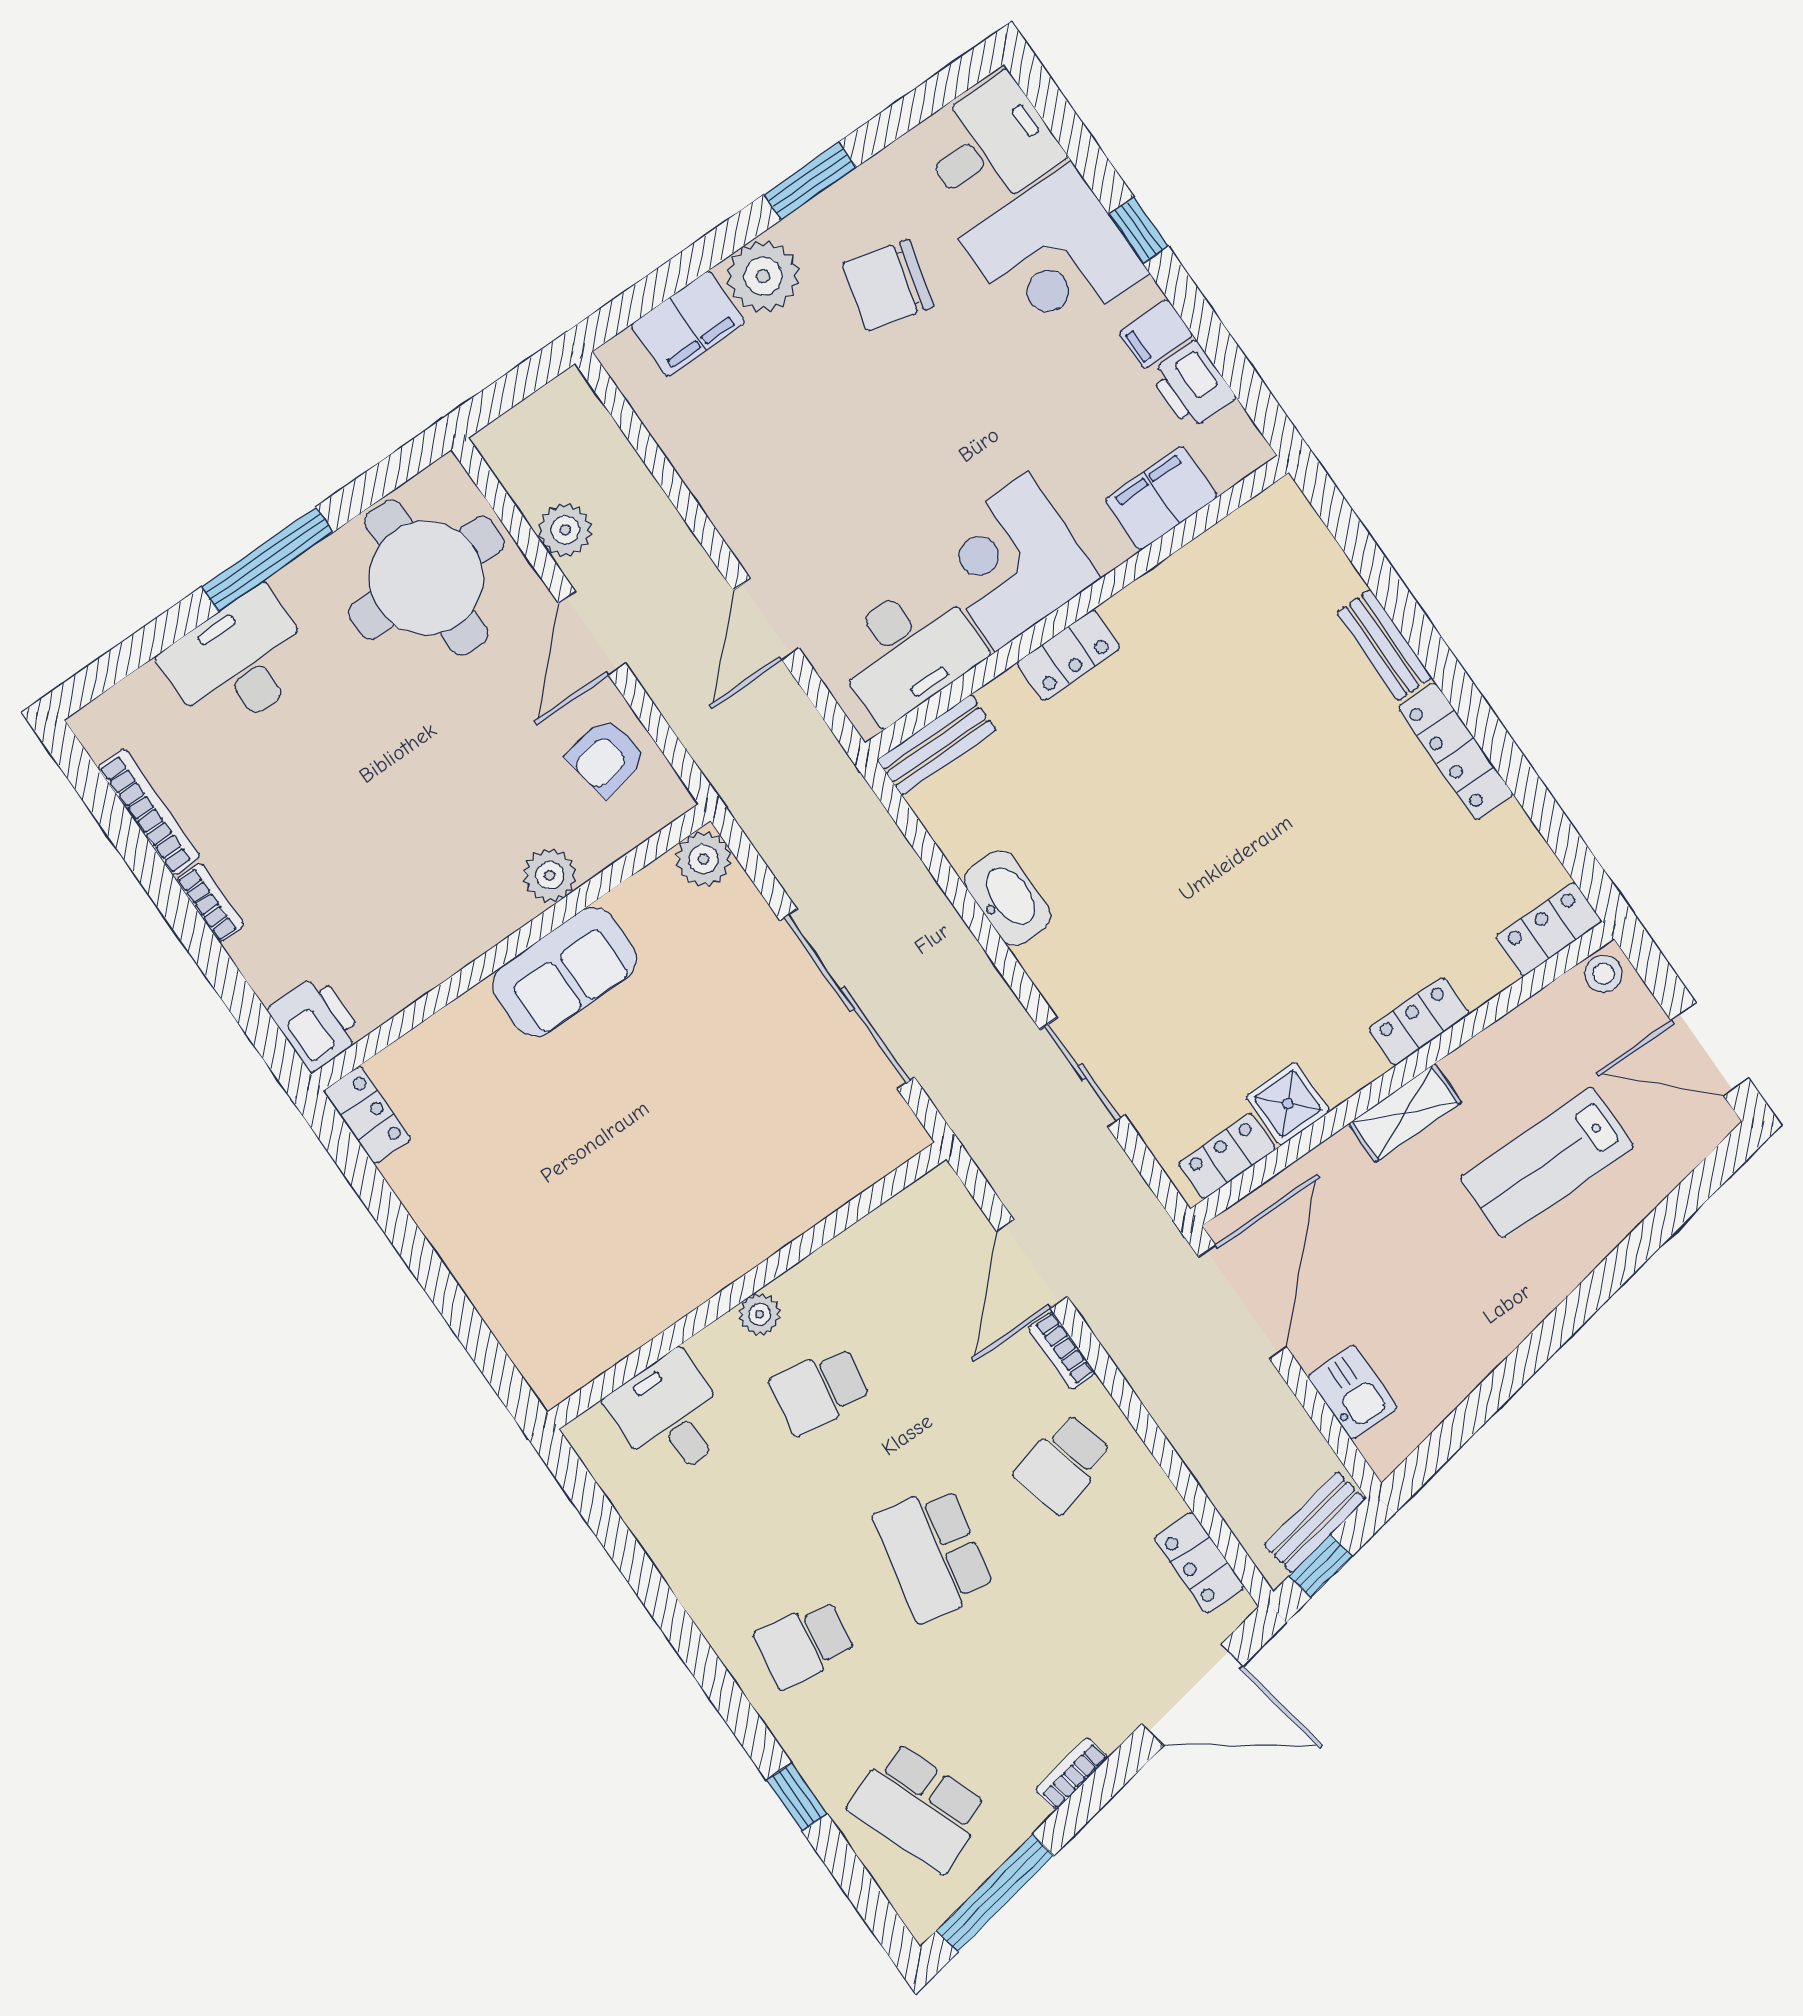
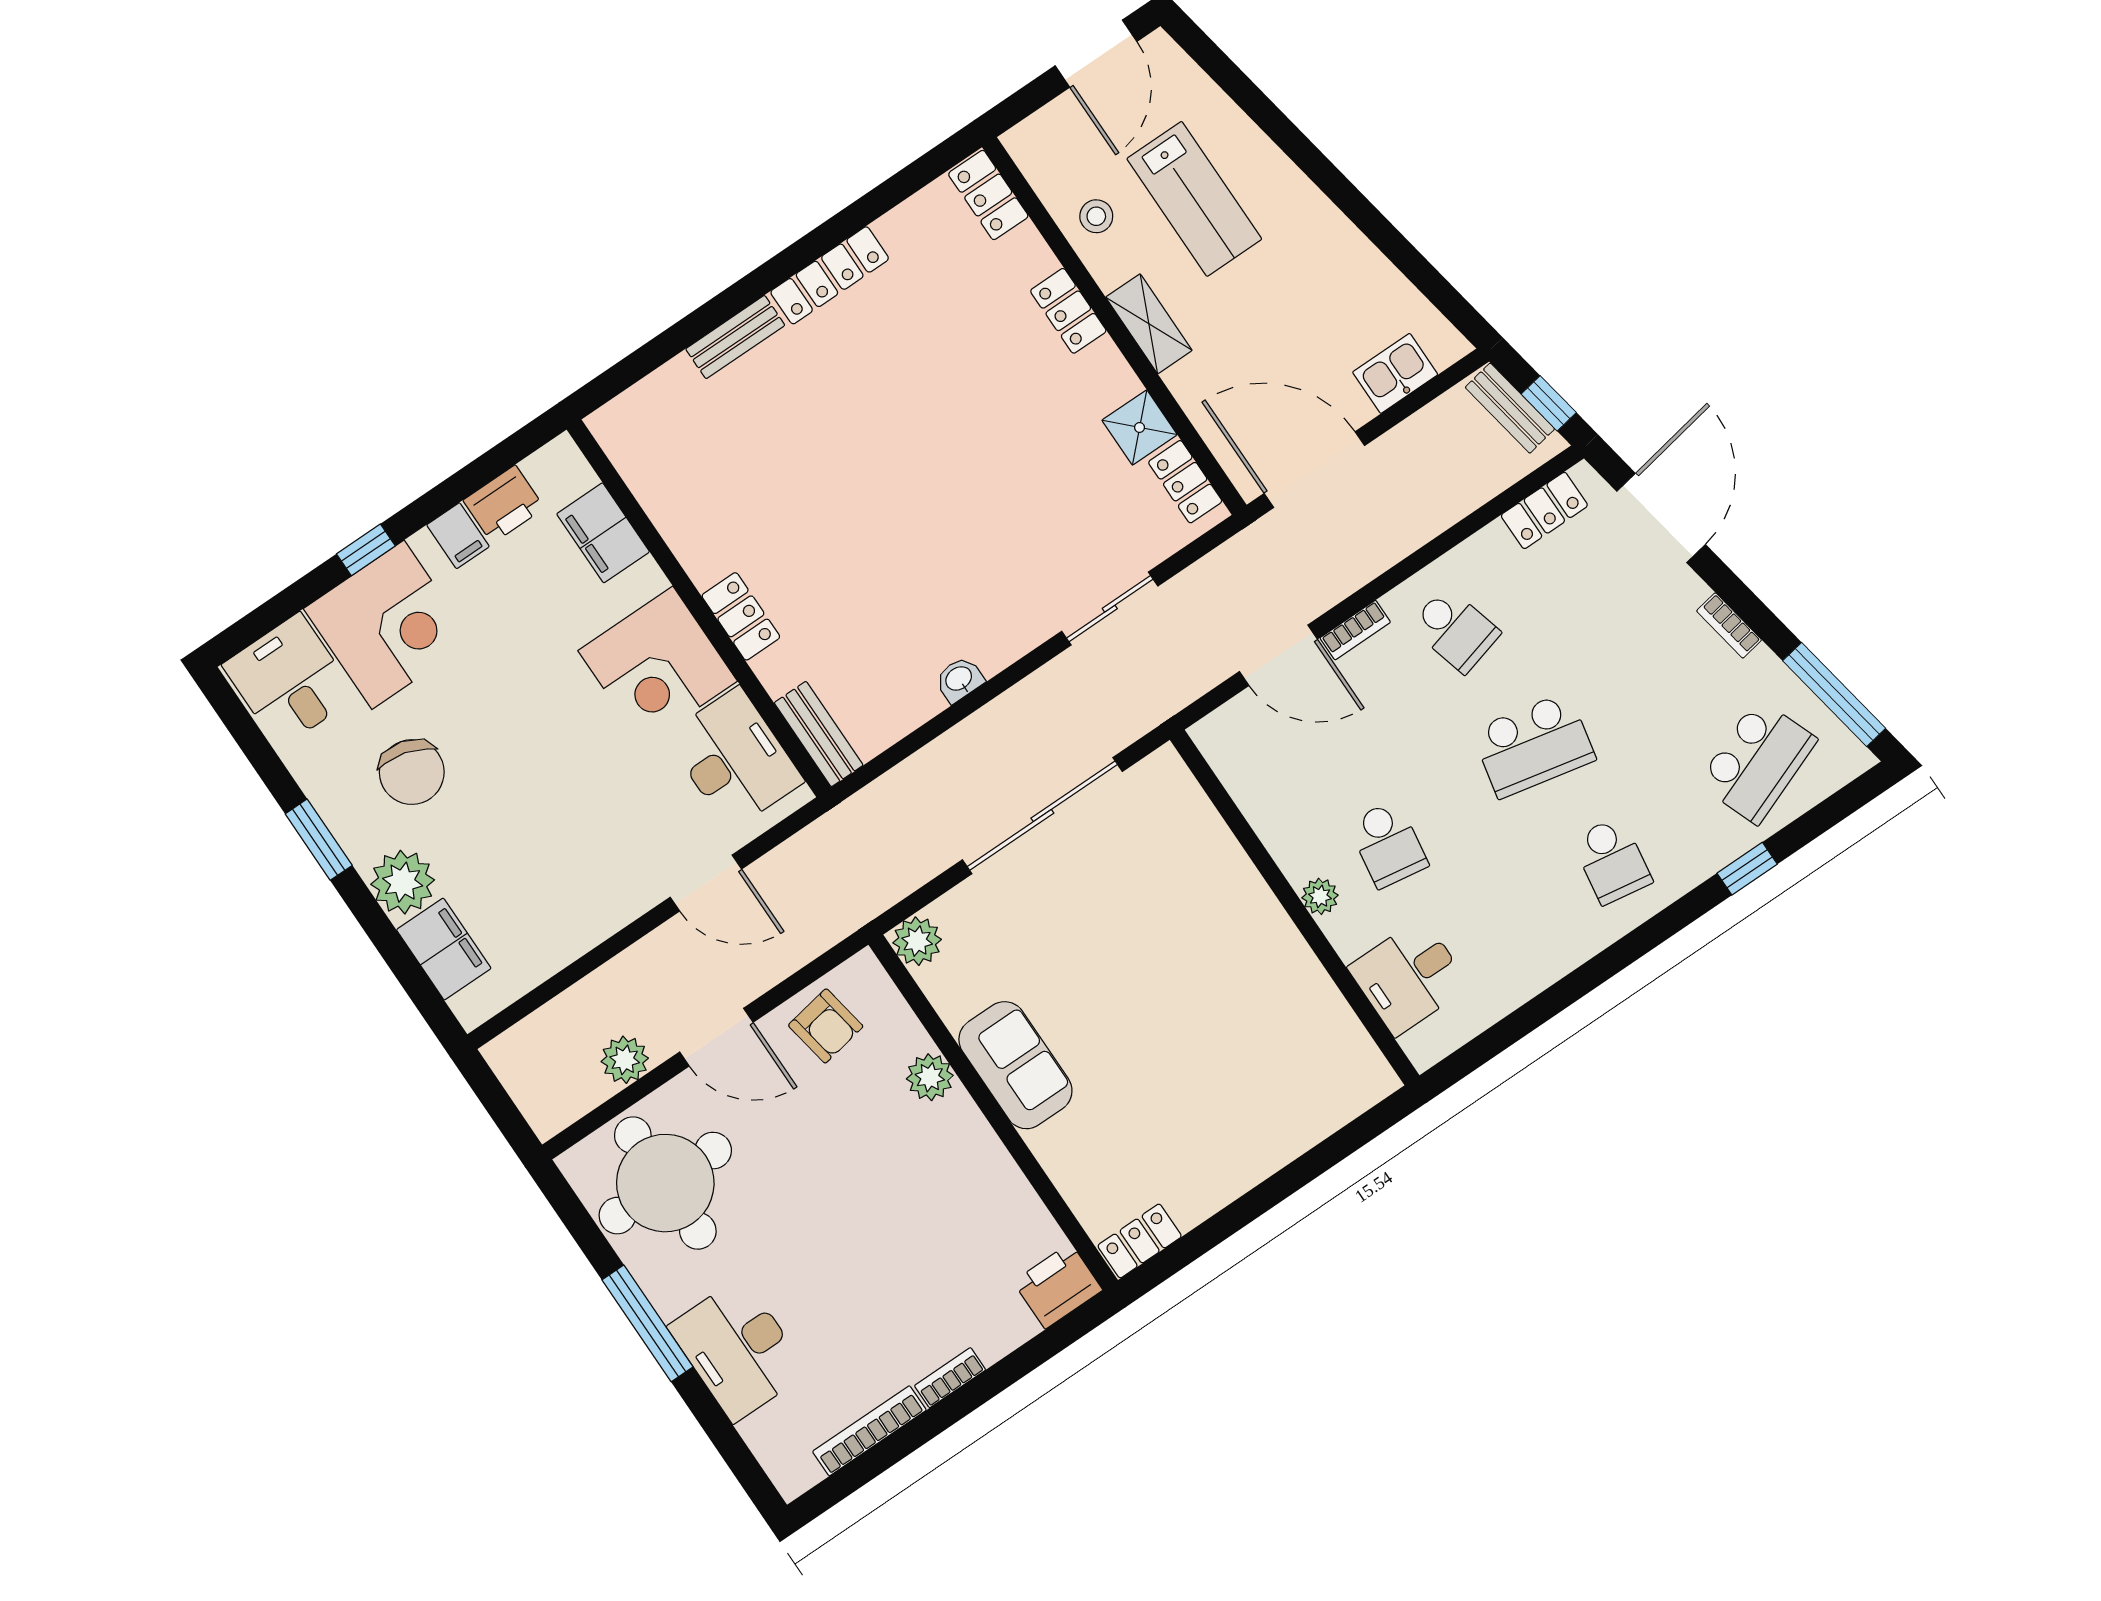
washbasin: (1007, 898) -> (959, 679), width x0.52, depth x0.69
stool: (1604, 974) -> (1096, 216), moved

